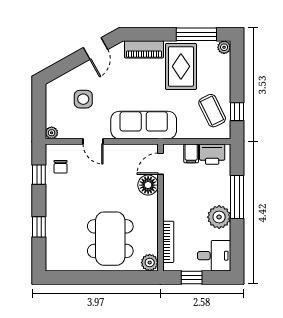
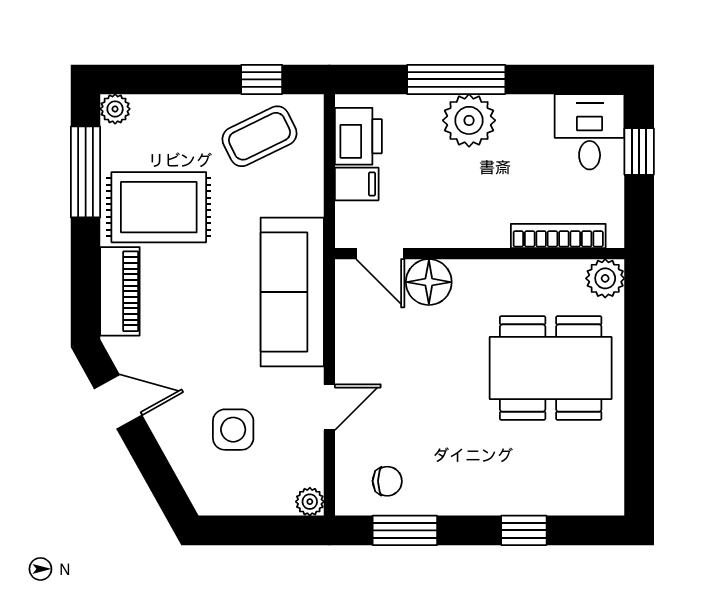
window: (39, 175) -> (405, 530), width x1.50
plant: (219, 217) -> (469, 120), moved
window: (192, 277) -> (639, 151), moved

